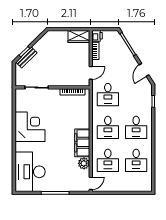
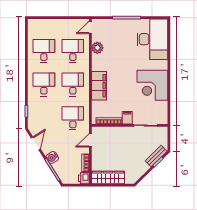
wardrobe: (79, 37) -> (108, 178), width x1.50
water cooler: (128, 56) -> (52, 157), added
filing cabinet: (55, 95) -> (127, 118), added
filing cabinet: (82, 143) -> (99, 86), moved

